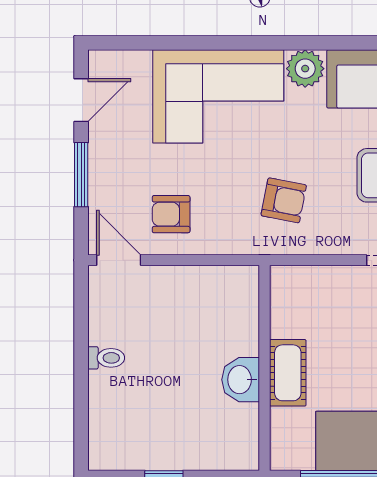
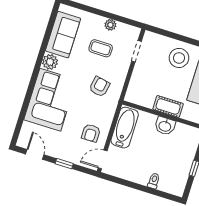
window: (81, 175) -> (64, 164), width x0.67
bathtub: (208, 288) -> (125, 128), added
toilet: (106, 358) -> (154, 181), moved

